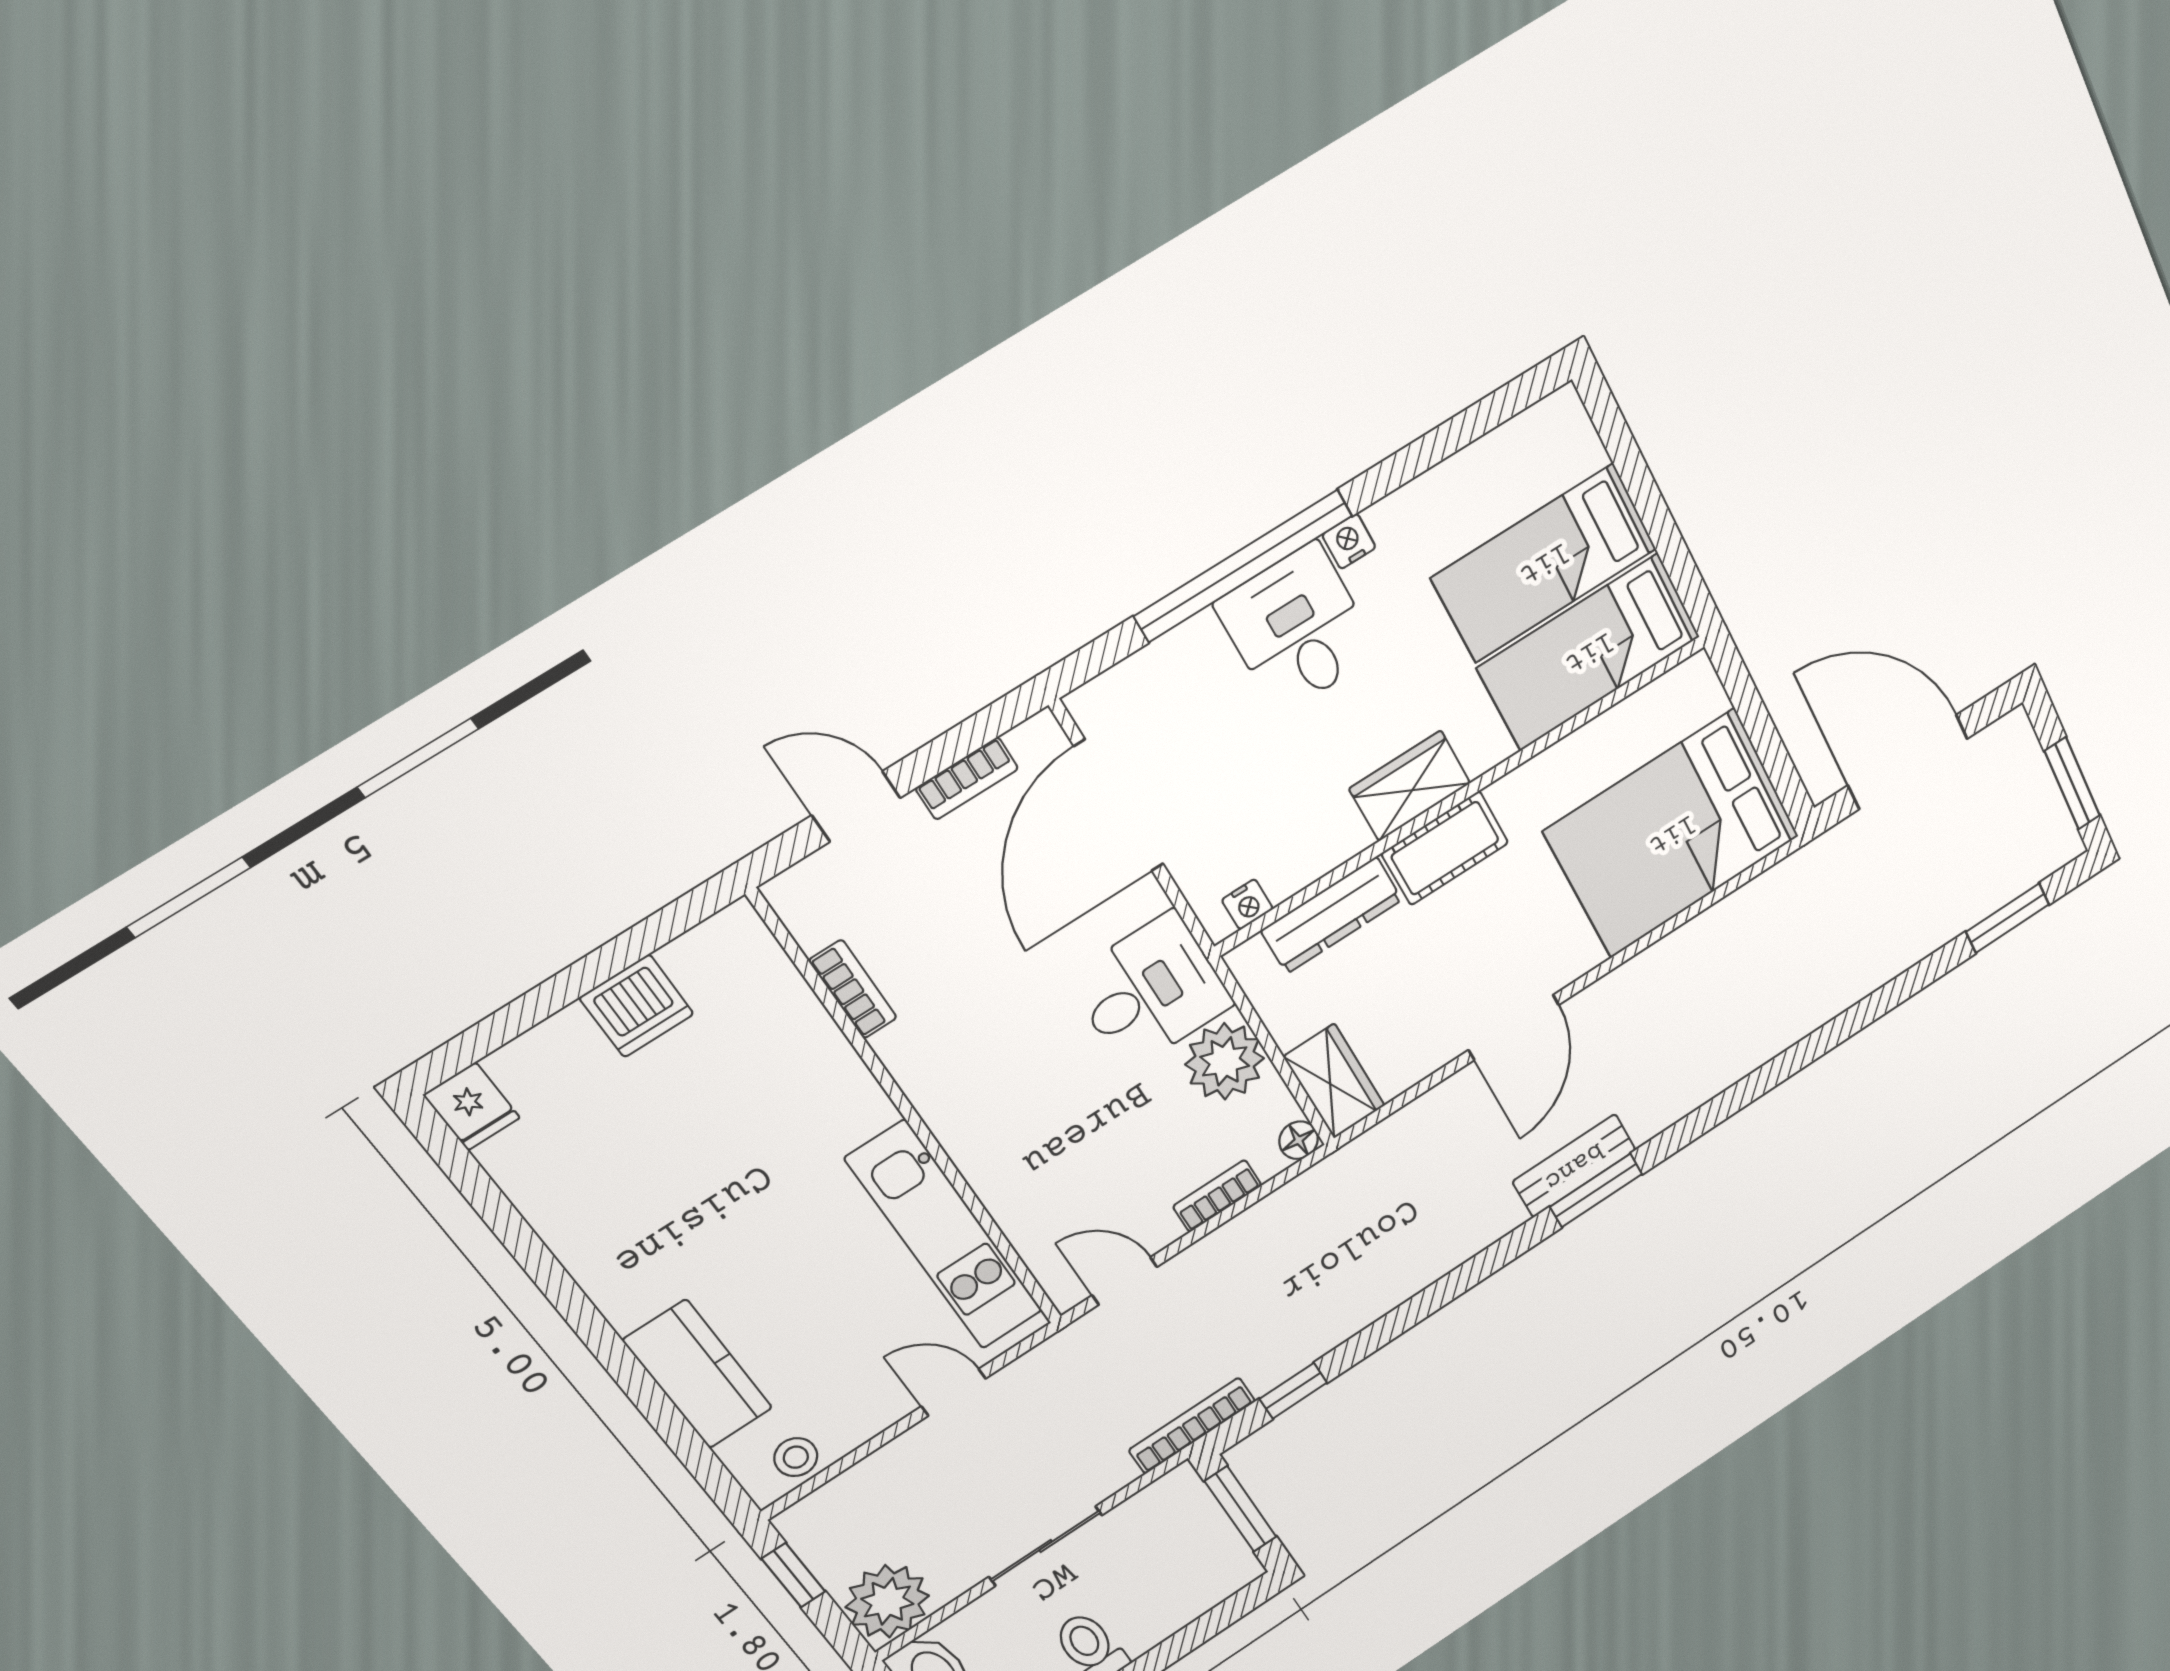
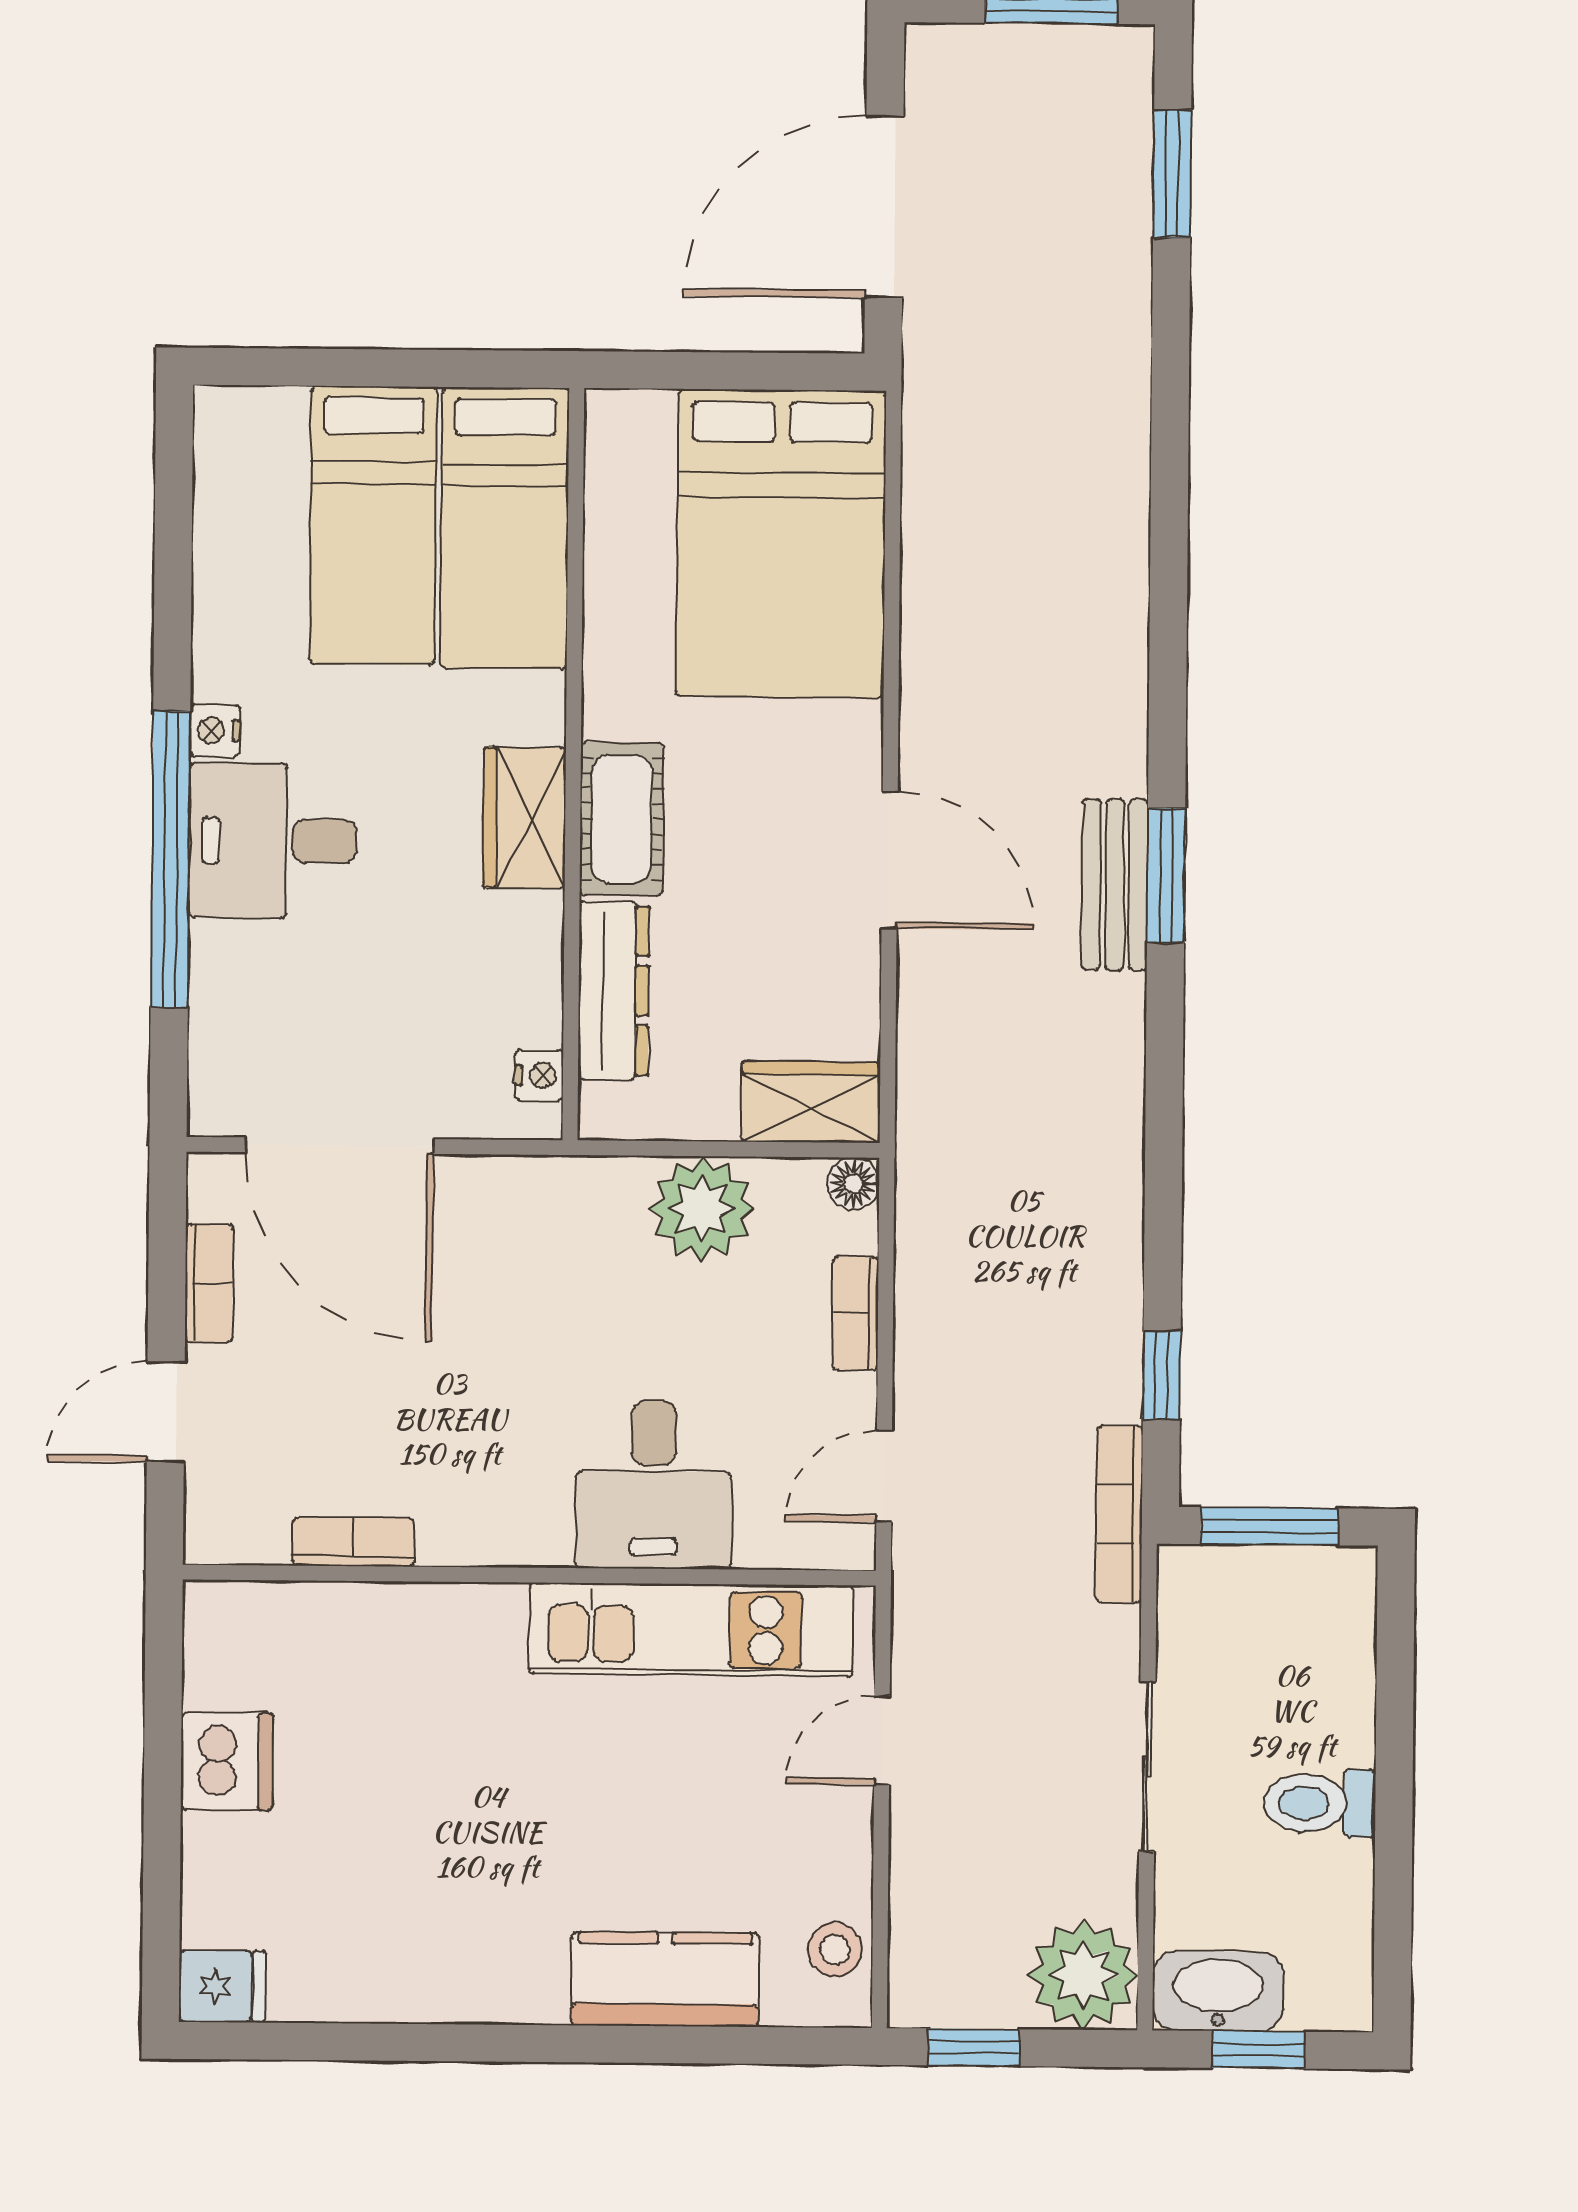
desk: (1150, 991) -> (654, 1485), moved, turned 180

